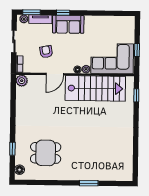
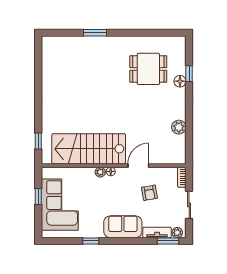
window: (63, 13) -> (91, 241), moved
corner sofa: (112, 59) -> (60, 205), moved, turned -90
plant: (22, 81) -> (179, 127), moved
floor lamp: (20, 170) -> (180, 81), moved

